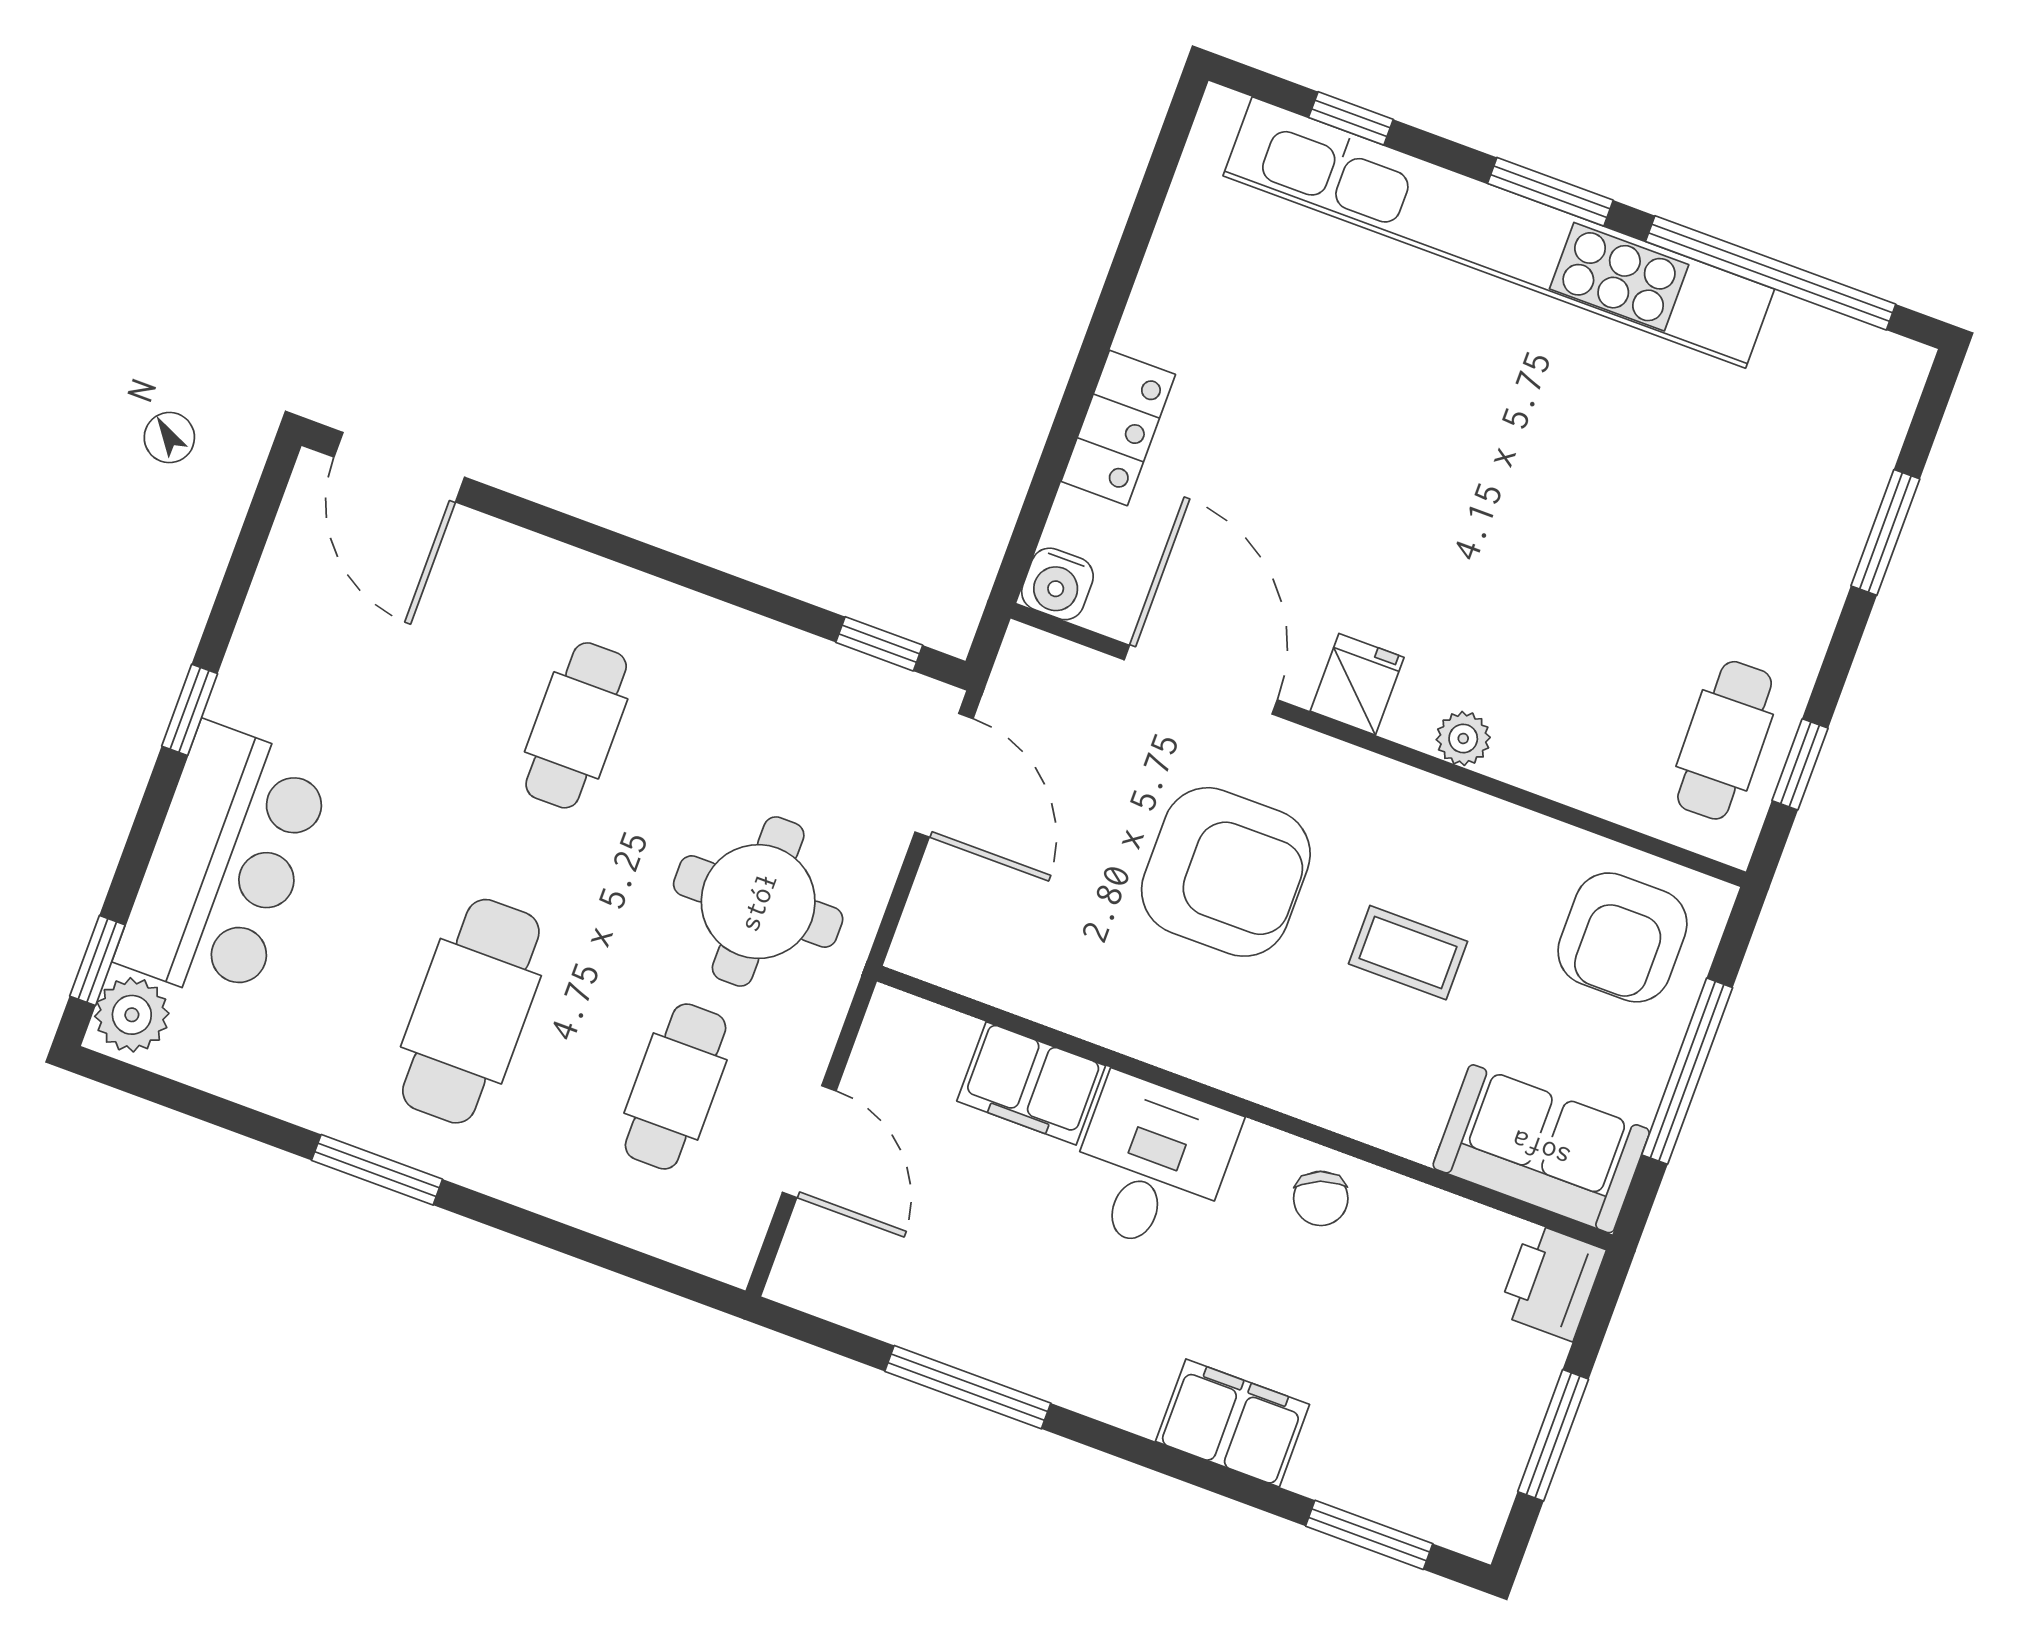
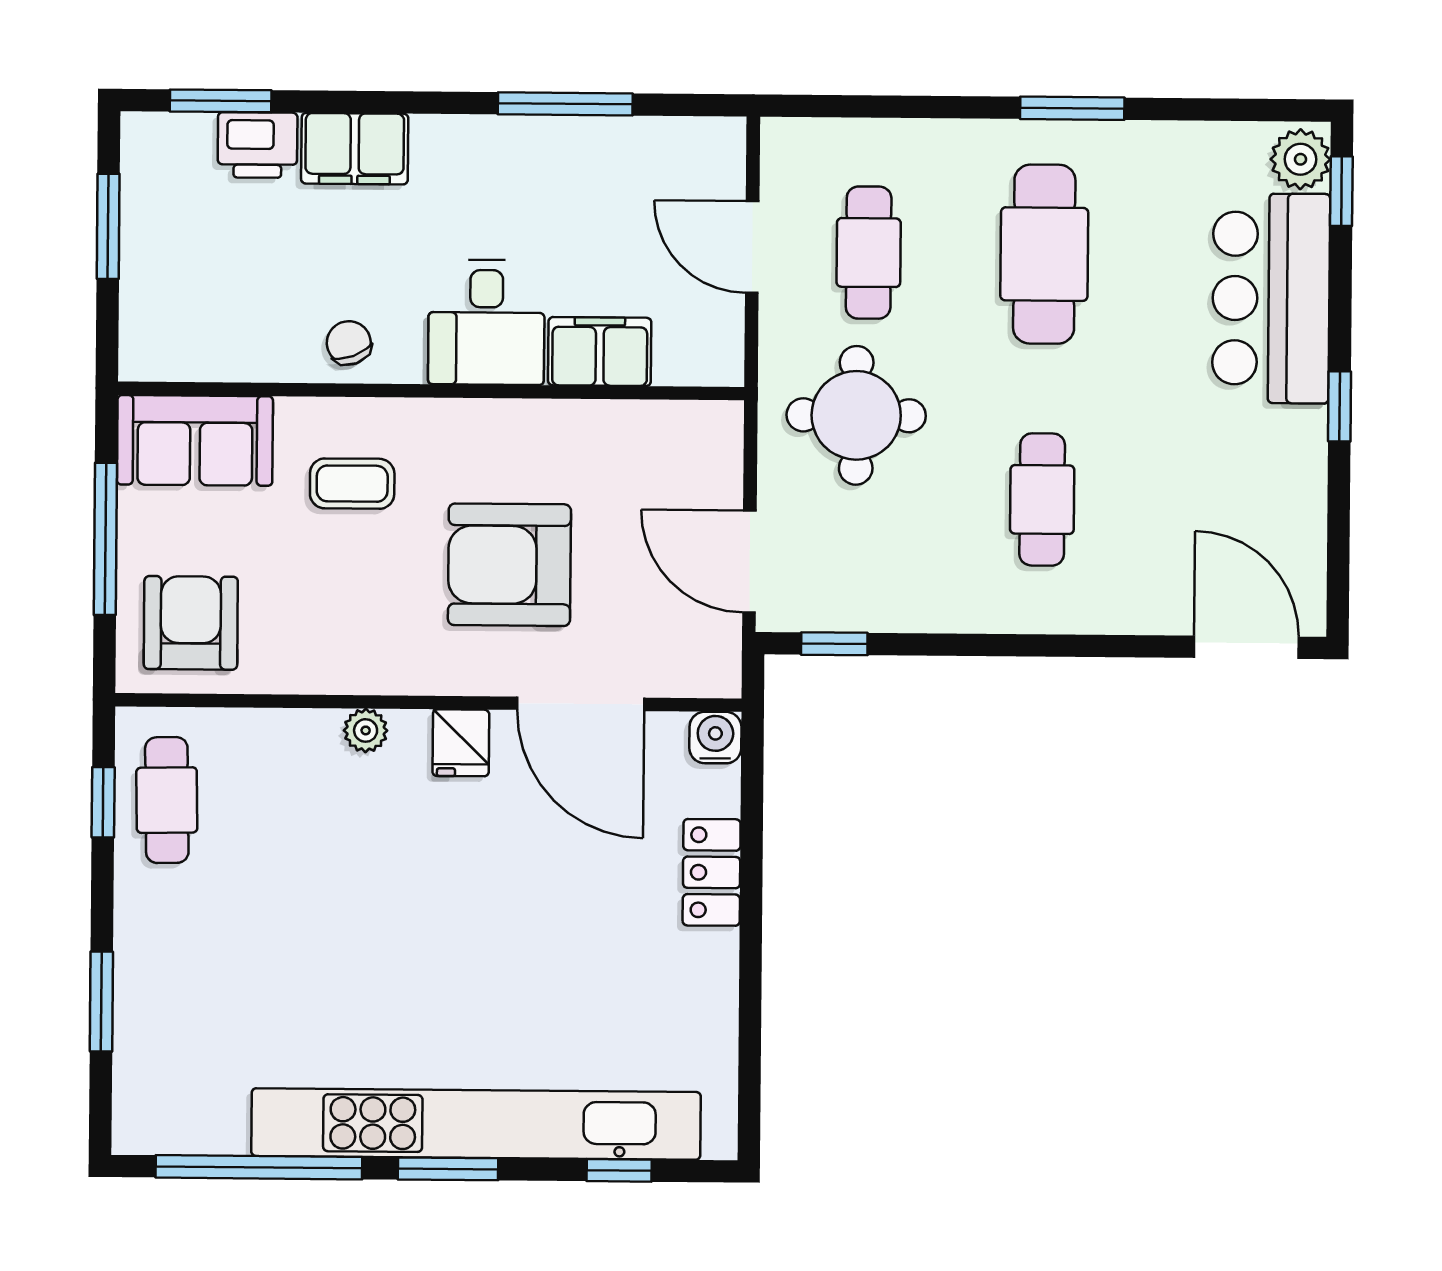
coffee table: (1408, 953) -> (352, 484), moved
printer: (1552, 1282) -> (258, 145), moved, turned 90

